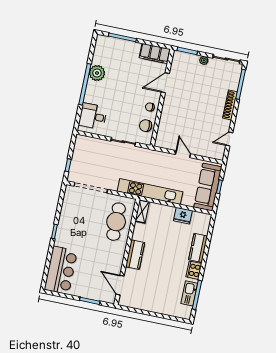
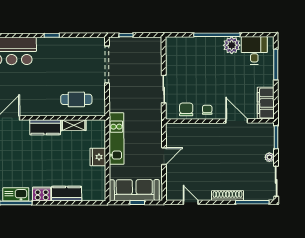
desk: (93, 116) -> (254, 50), moved
kitchen unit: (150, 191) -> (116, 139), width x0.73
shelving: (142, 211) -> (74, 125), moved
fridge: (183, 216) -> (98, 157), moved
cafe table: (116, 222) -> (76, 99), width x0.73, depth x0.74

